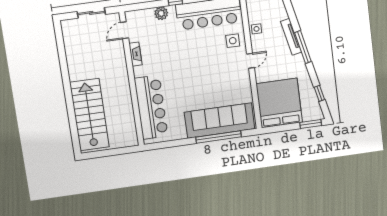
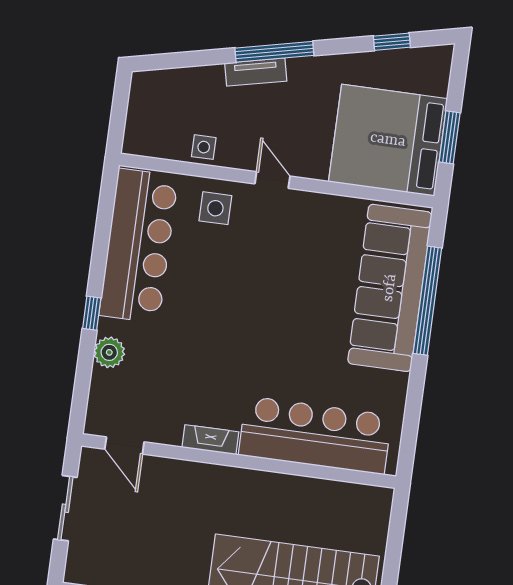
tv unit: (291, 37) -> (256, 72), width x0.71
fireplace: (135, 54) -> (210, 440), moved
window: (311, 124) -> (450, 137), moved

